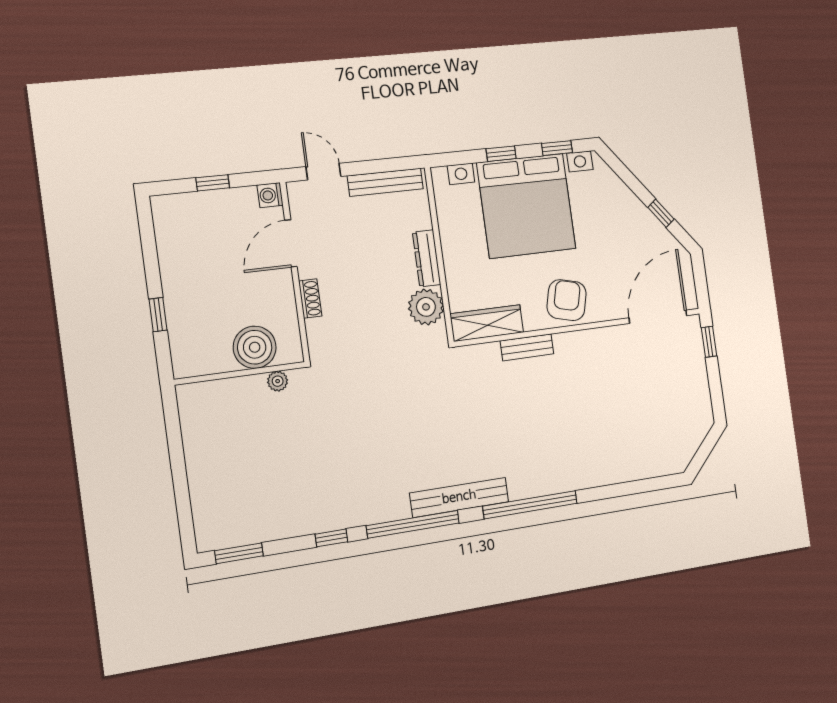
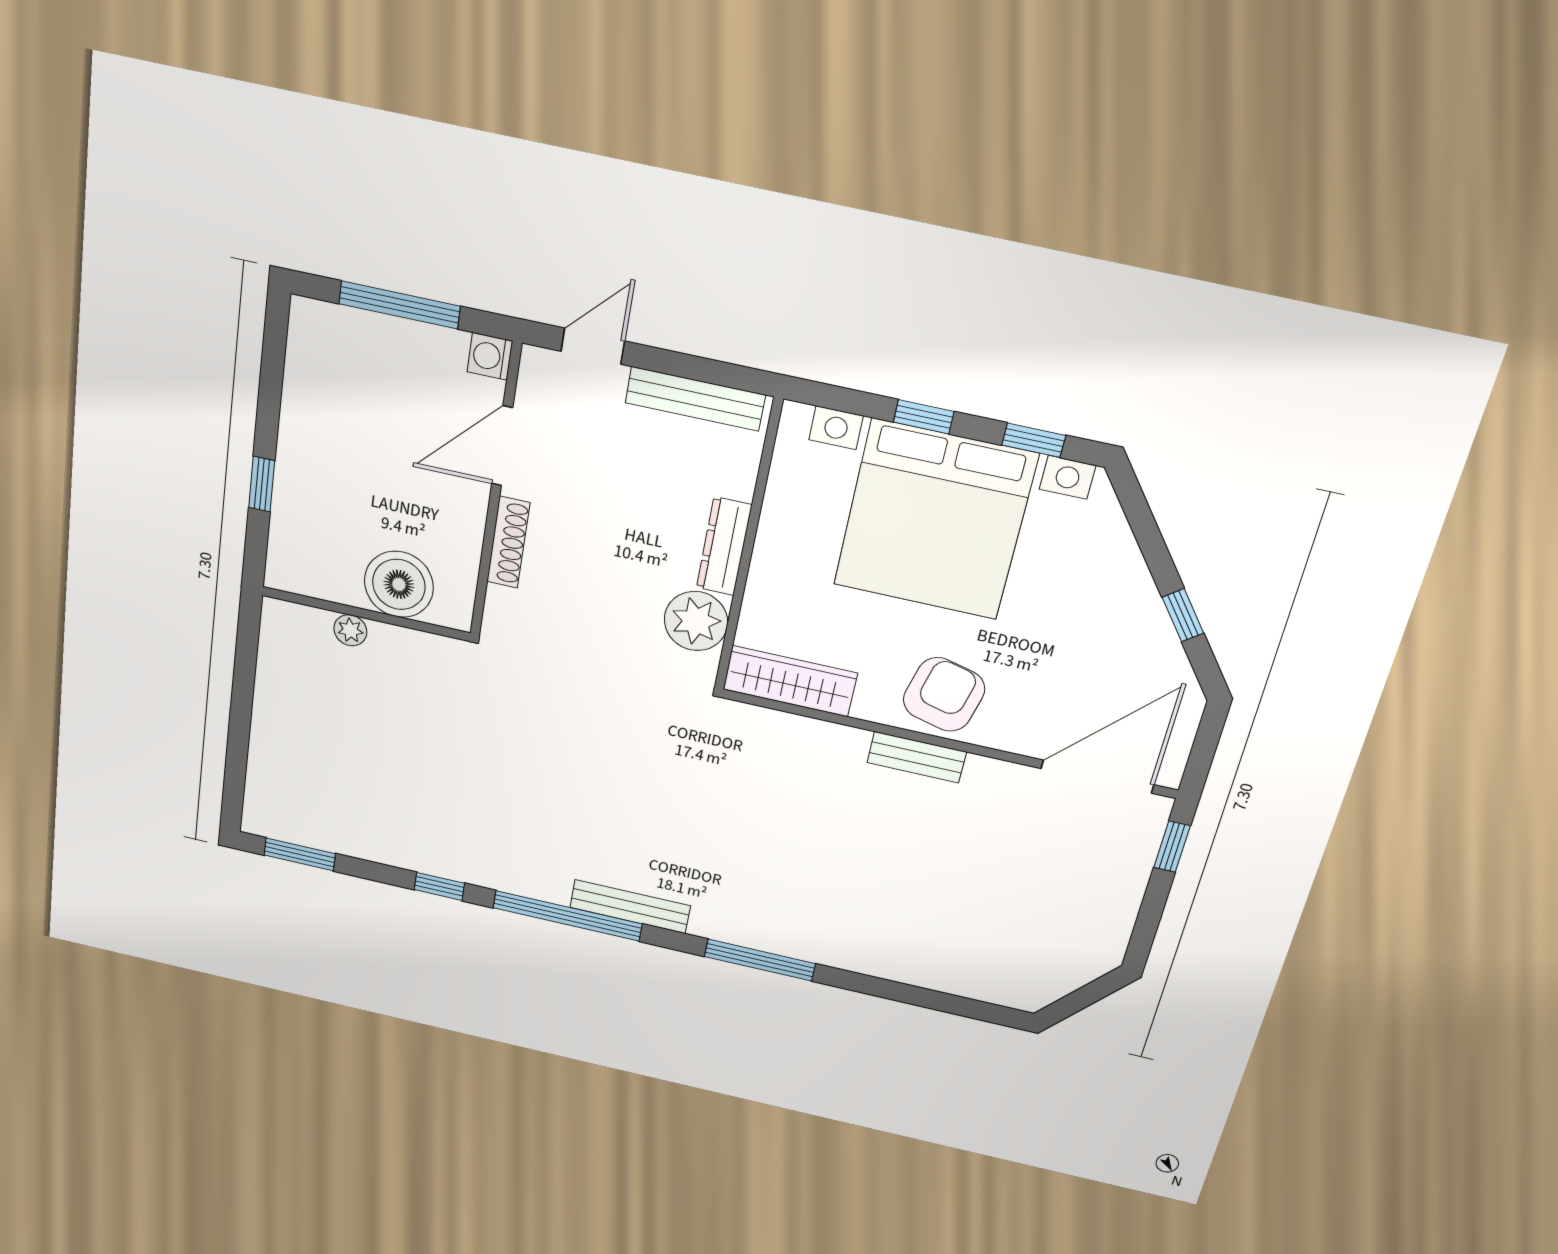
door: (323, 172) -> (593, 346), hinge flipped
window: (213, 183) -> (399, 305), width x2.17
shoe rack: (310, 298) -> (508, 542), width x1.43
bench: (527, 347) -> (917, 757), moved
plant: (278, 381) -> (350, 630), moved
bench: (459, 497) -> (630, 907), width x0.73, depth x0.82
window: (530, 505) -> (760, 960), width x0.68

